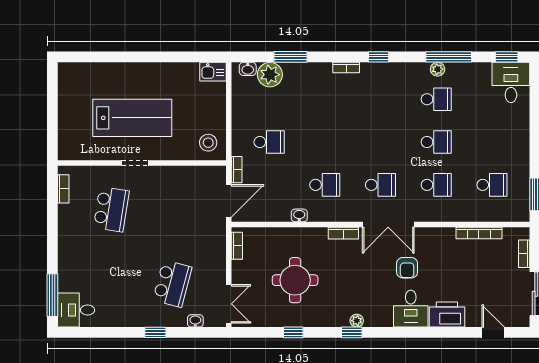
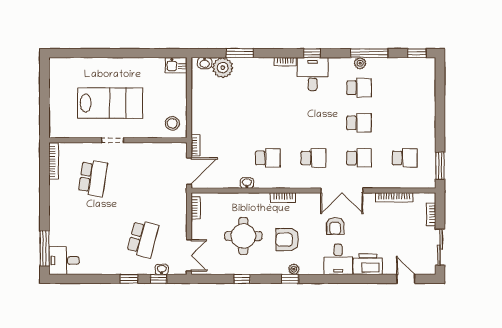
desk: (511, 82) -> (313, 74), moved
school desk: (269, 142) -> (222, 123), removed
bookcase: (63, 189) -> (53, 161), width x1.56
double door: (388, 225) -> (342, 190), moved
armchair: (349, 285) -> (287, 240), added
window: (191, 332) -> (158, 279), added

